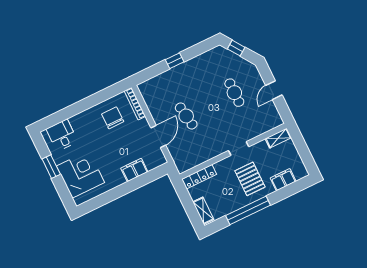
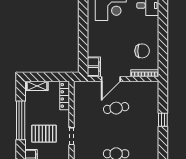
door: (158, 137) -> (111, 79), hinge flipped
filing cabinet: (134, 170) -> (94, 67), moved

